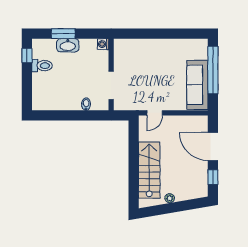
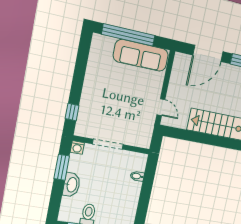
window: (63, 34) -> (62, 167), moved
window: (134, 34) -> (72, 112), added
doorway: (111, 85) -> (108, 144), moved

